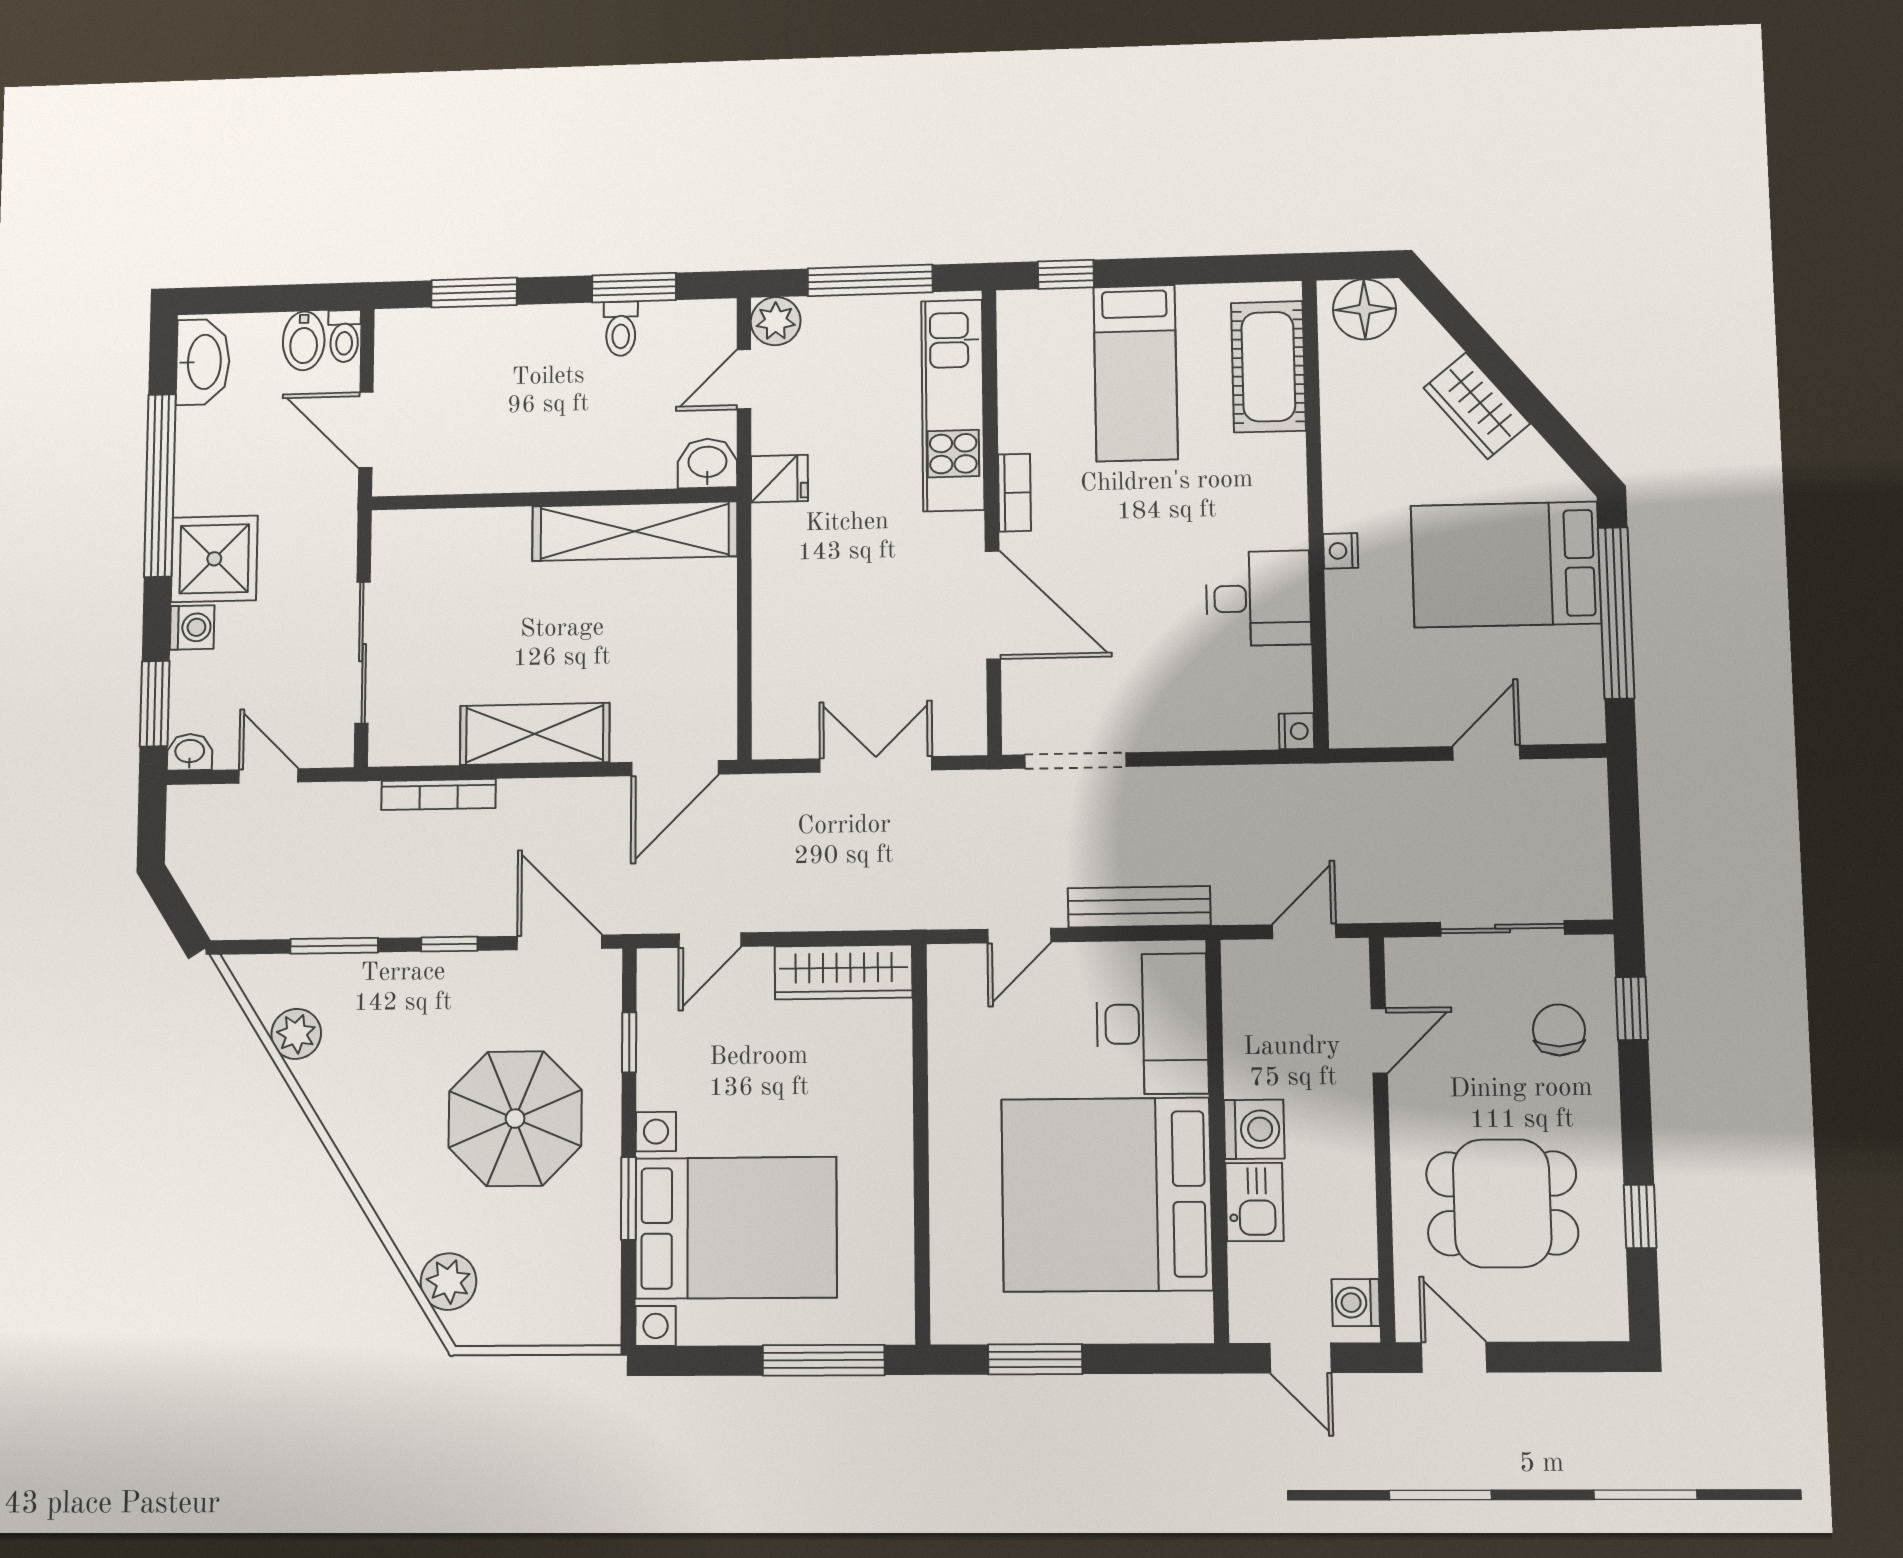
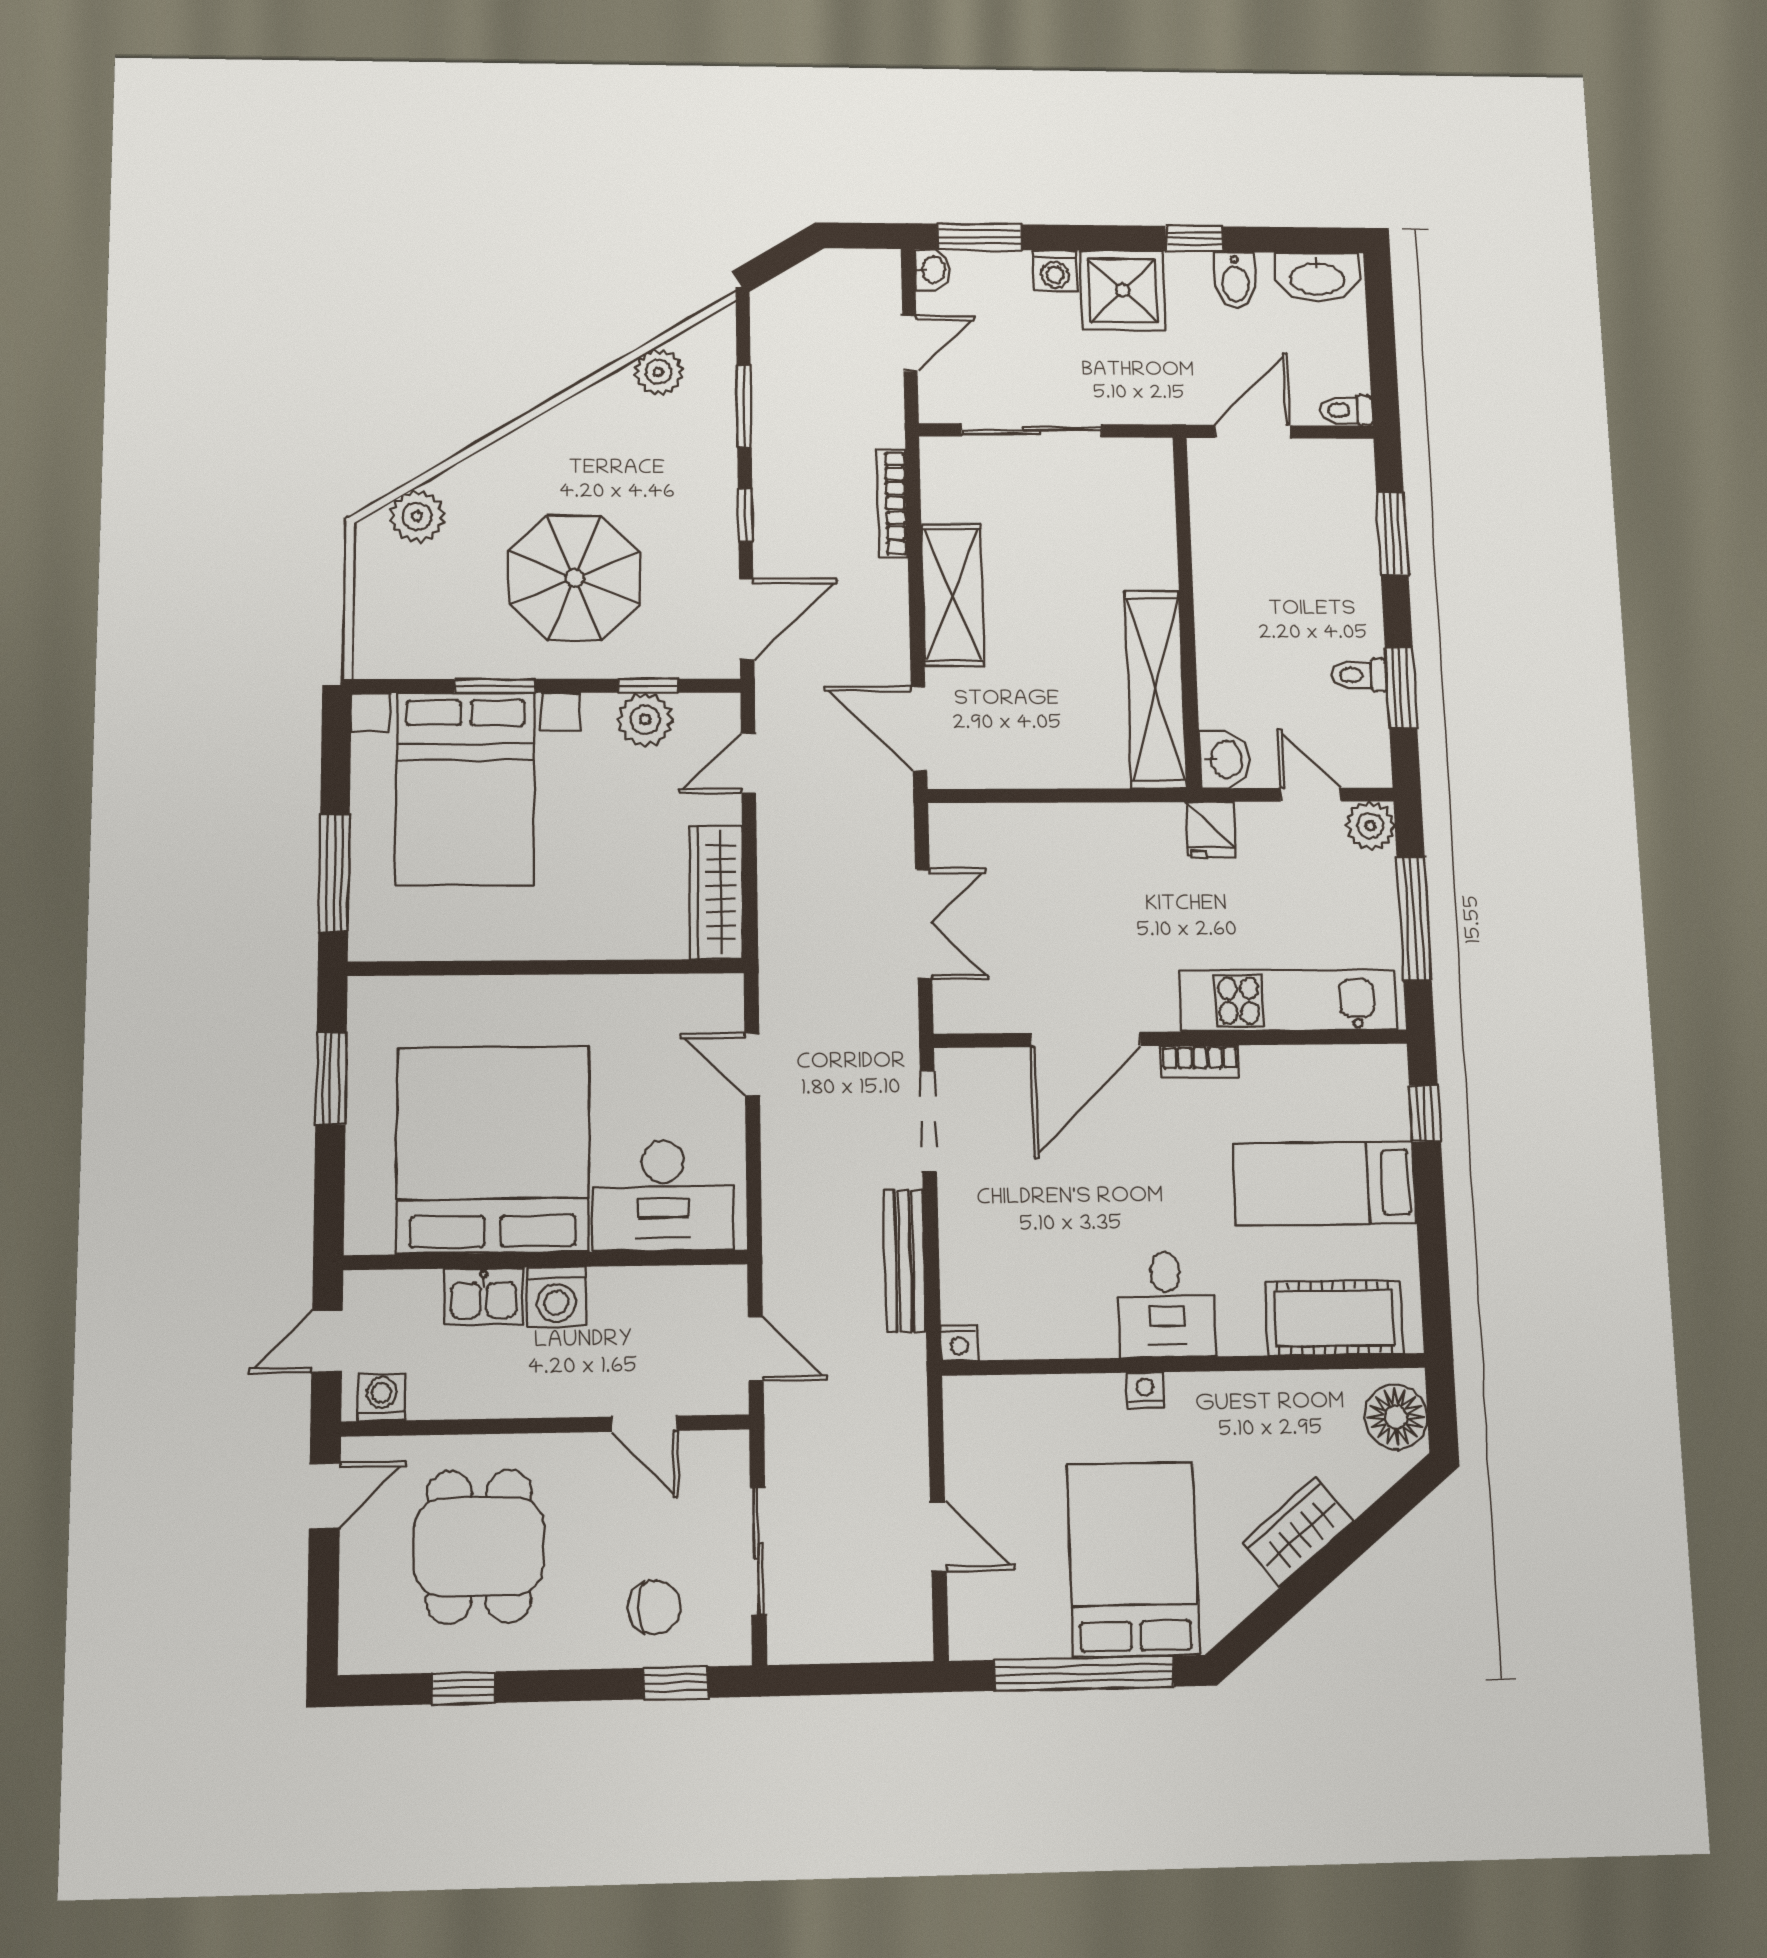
bidet: (304, 341) -> (1235, 280), moved, turned -90
window: (160, 485) -> (1194, 239), width x0.32
desk: (1258, 598) -> (1166, 1304), moved
bench: (1139, 907) -> (905, 1261), moved
door: (710, 940) -> (748, 763), hinge flipped
plant: (665, 1045) -> (645, 720), added

